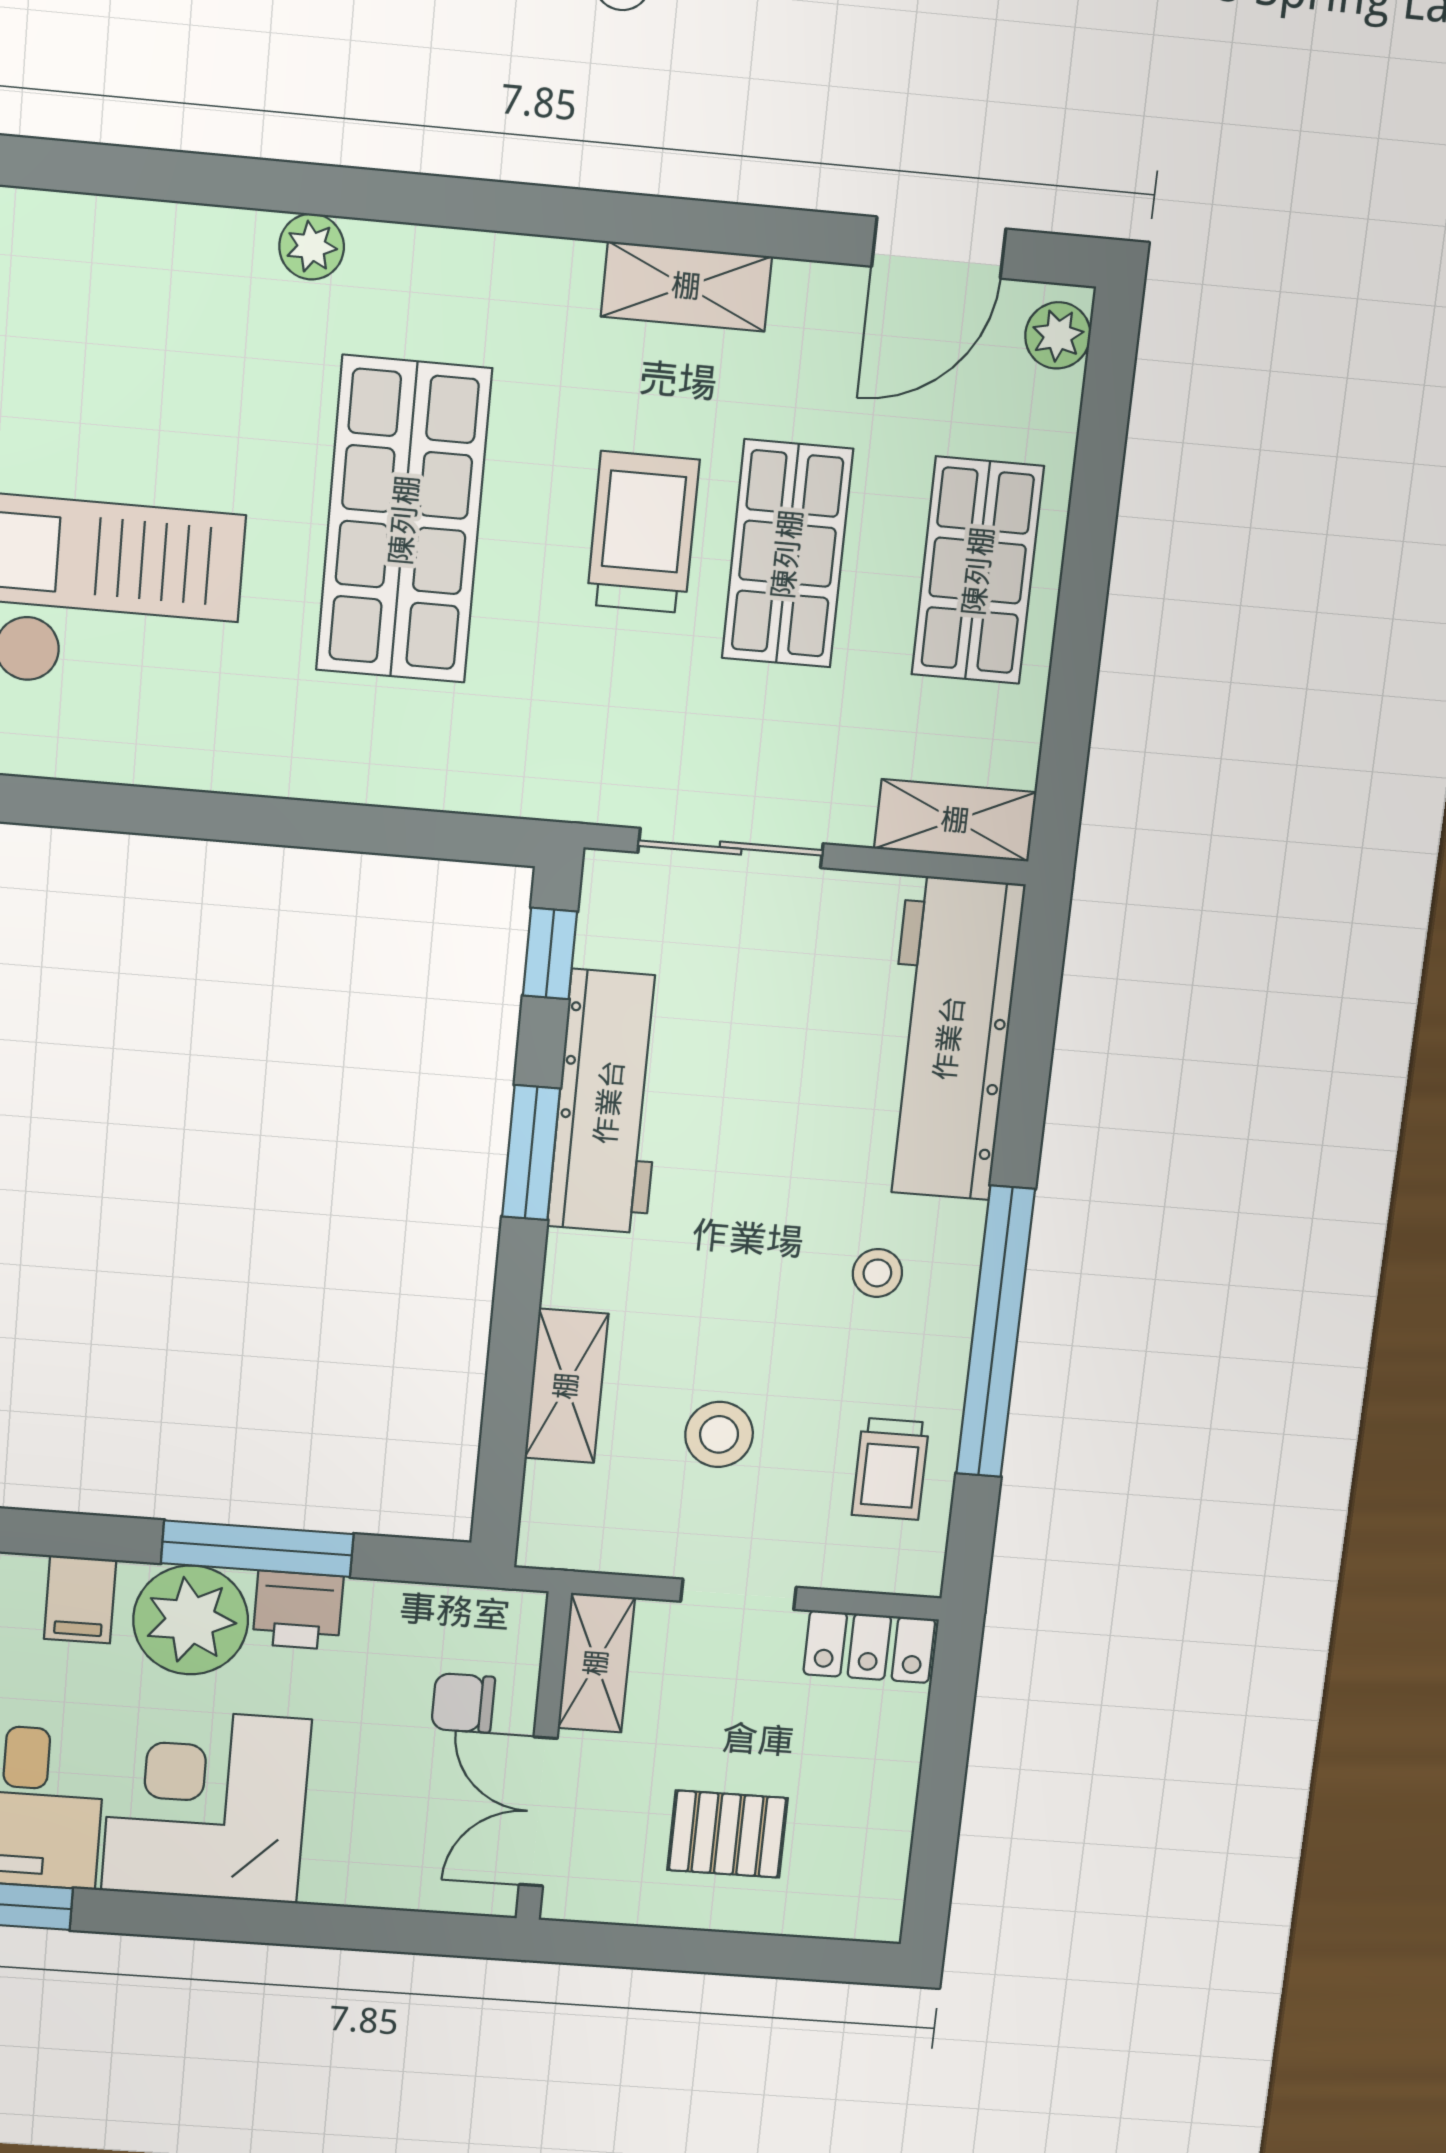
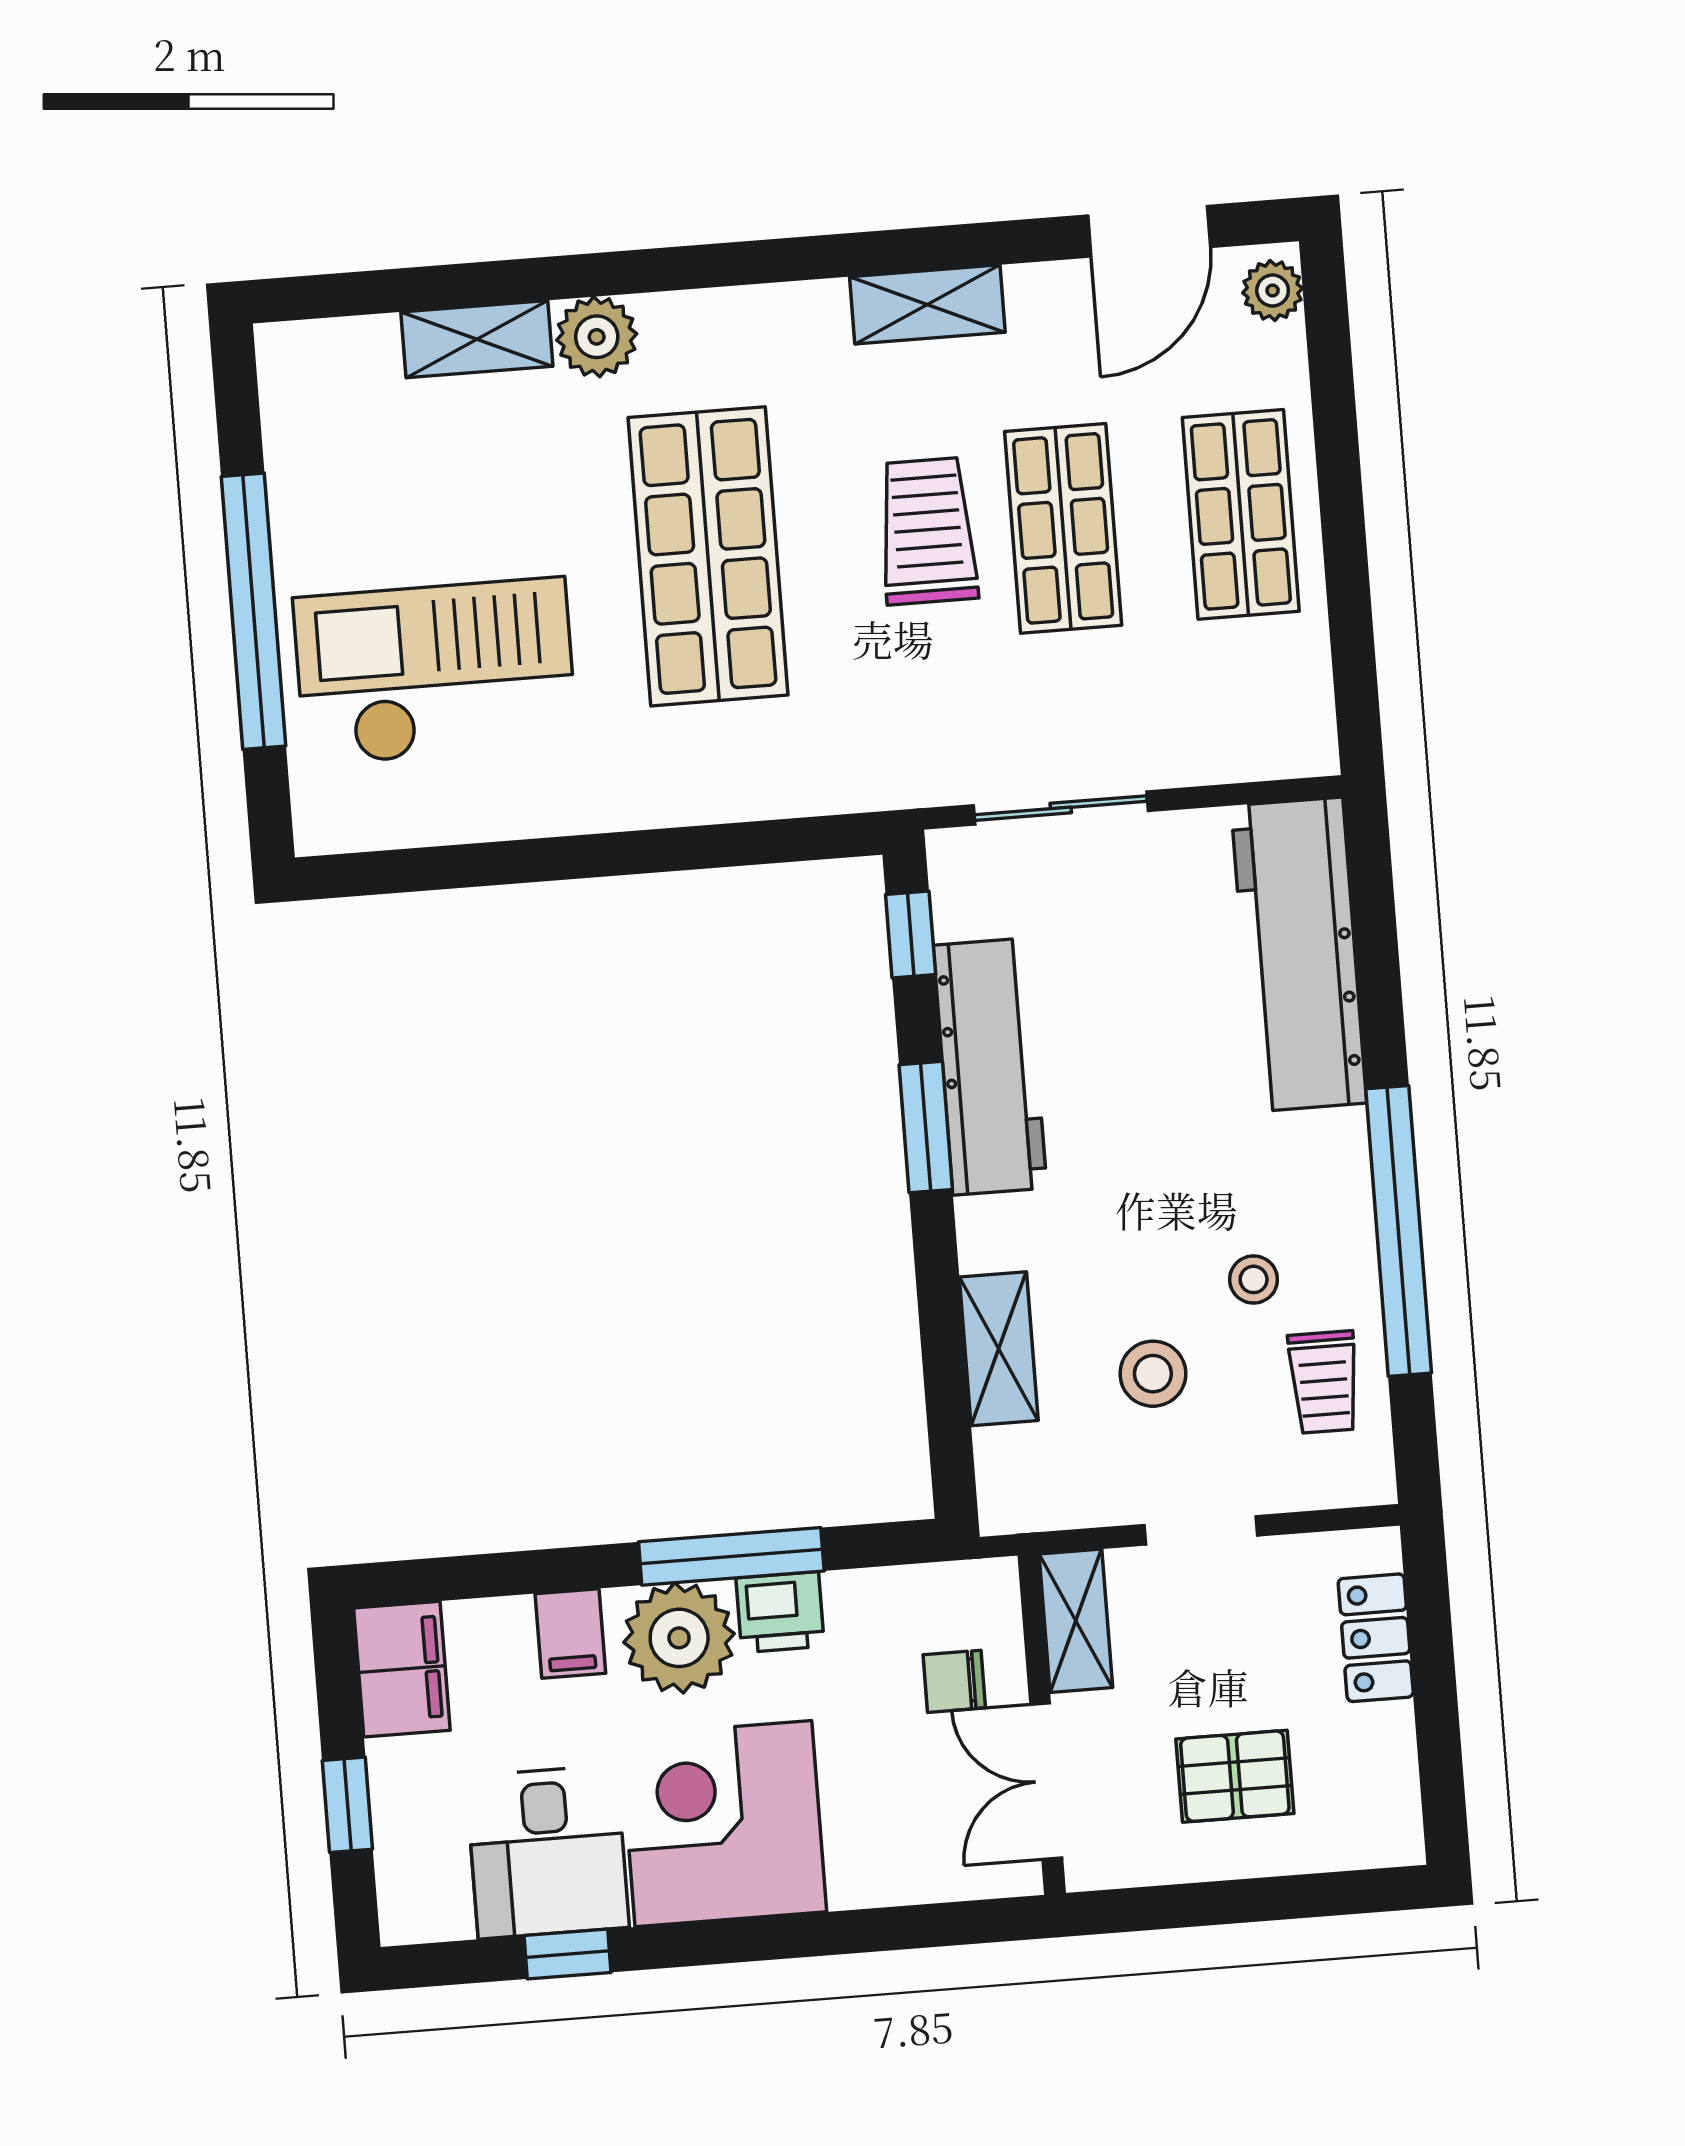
plant: (312, 247) -> (597, 337), width x1.38, depth x1.38
shelving: (955, 820) -> (477, 339), moved
stool: (877, 1273) -> (1254, 1279), moved
locker: (869, 1647) -> (1376, 1638), moved, turned 90

